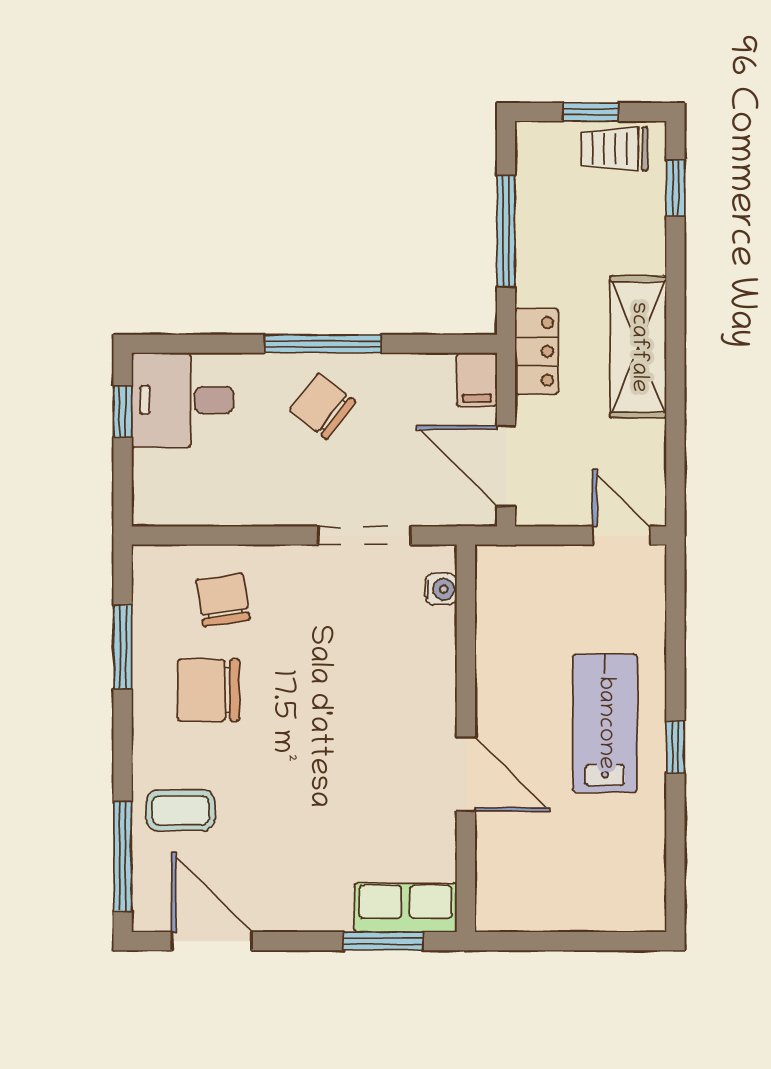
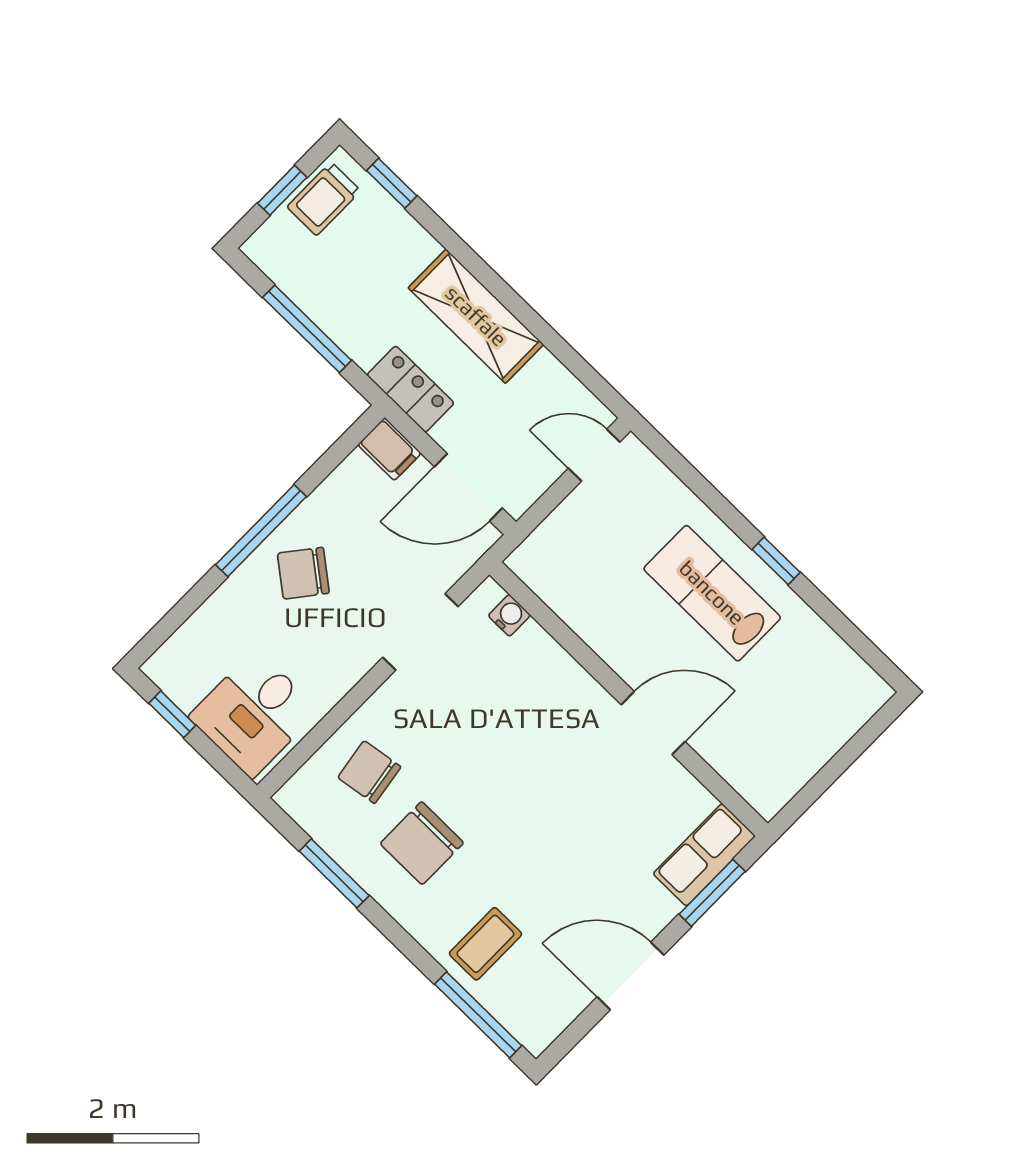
desk: (183, 400) -> (254, 714), moved
door: (212, 941) -> (630, 976), moved

